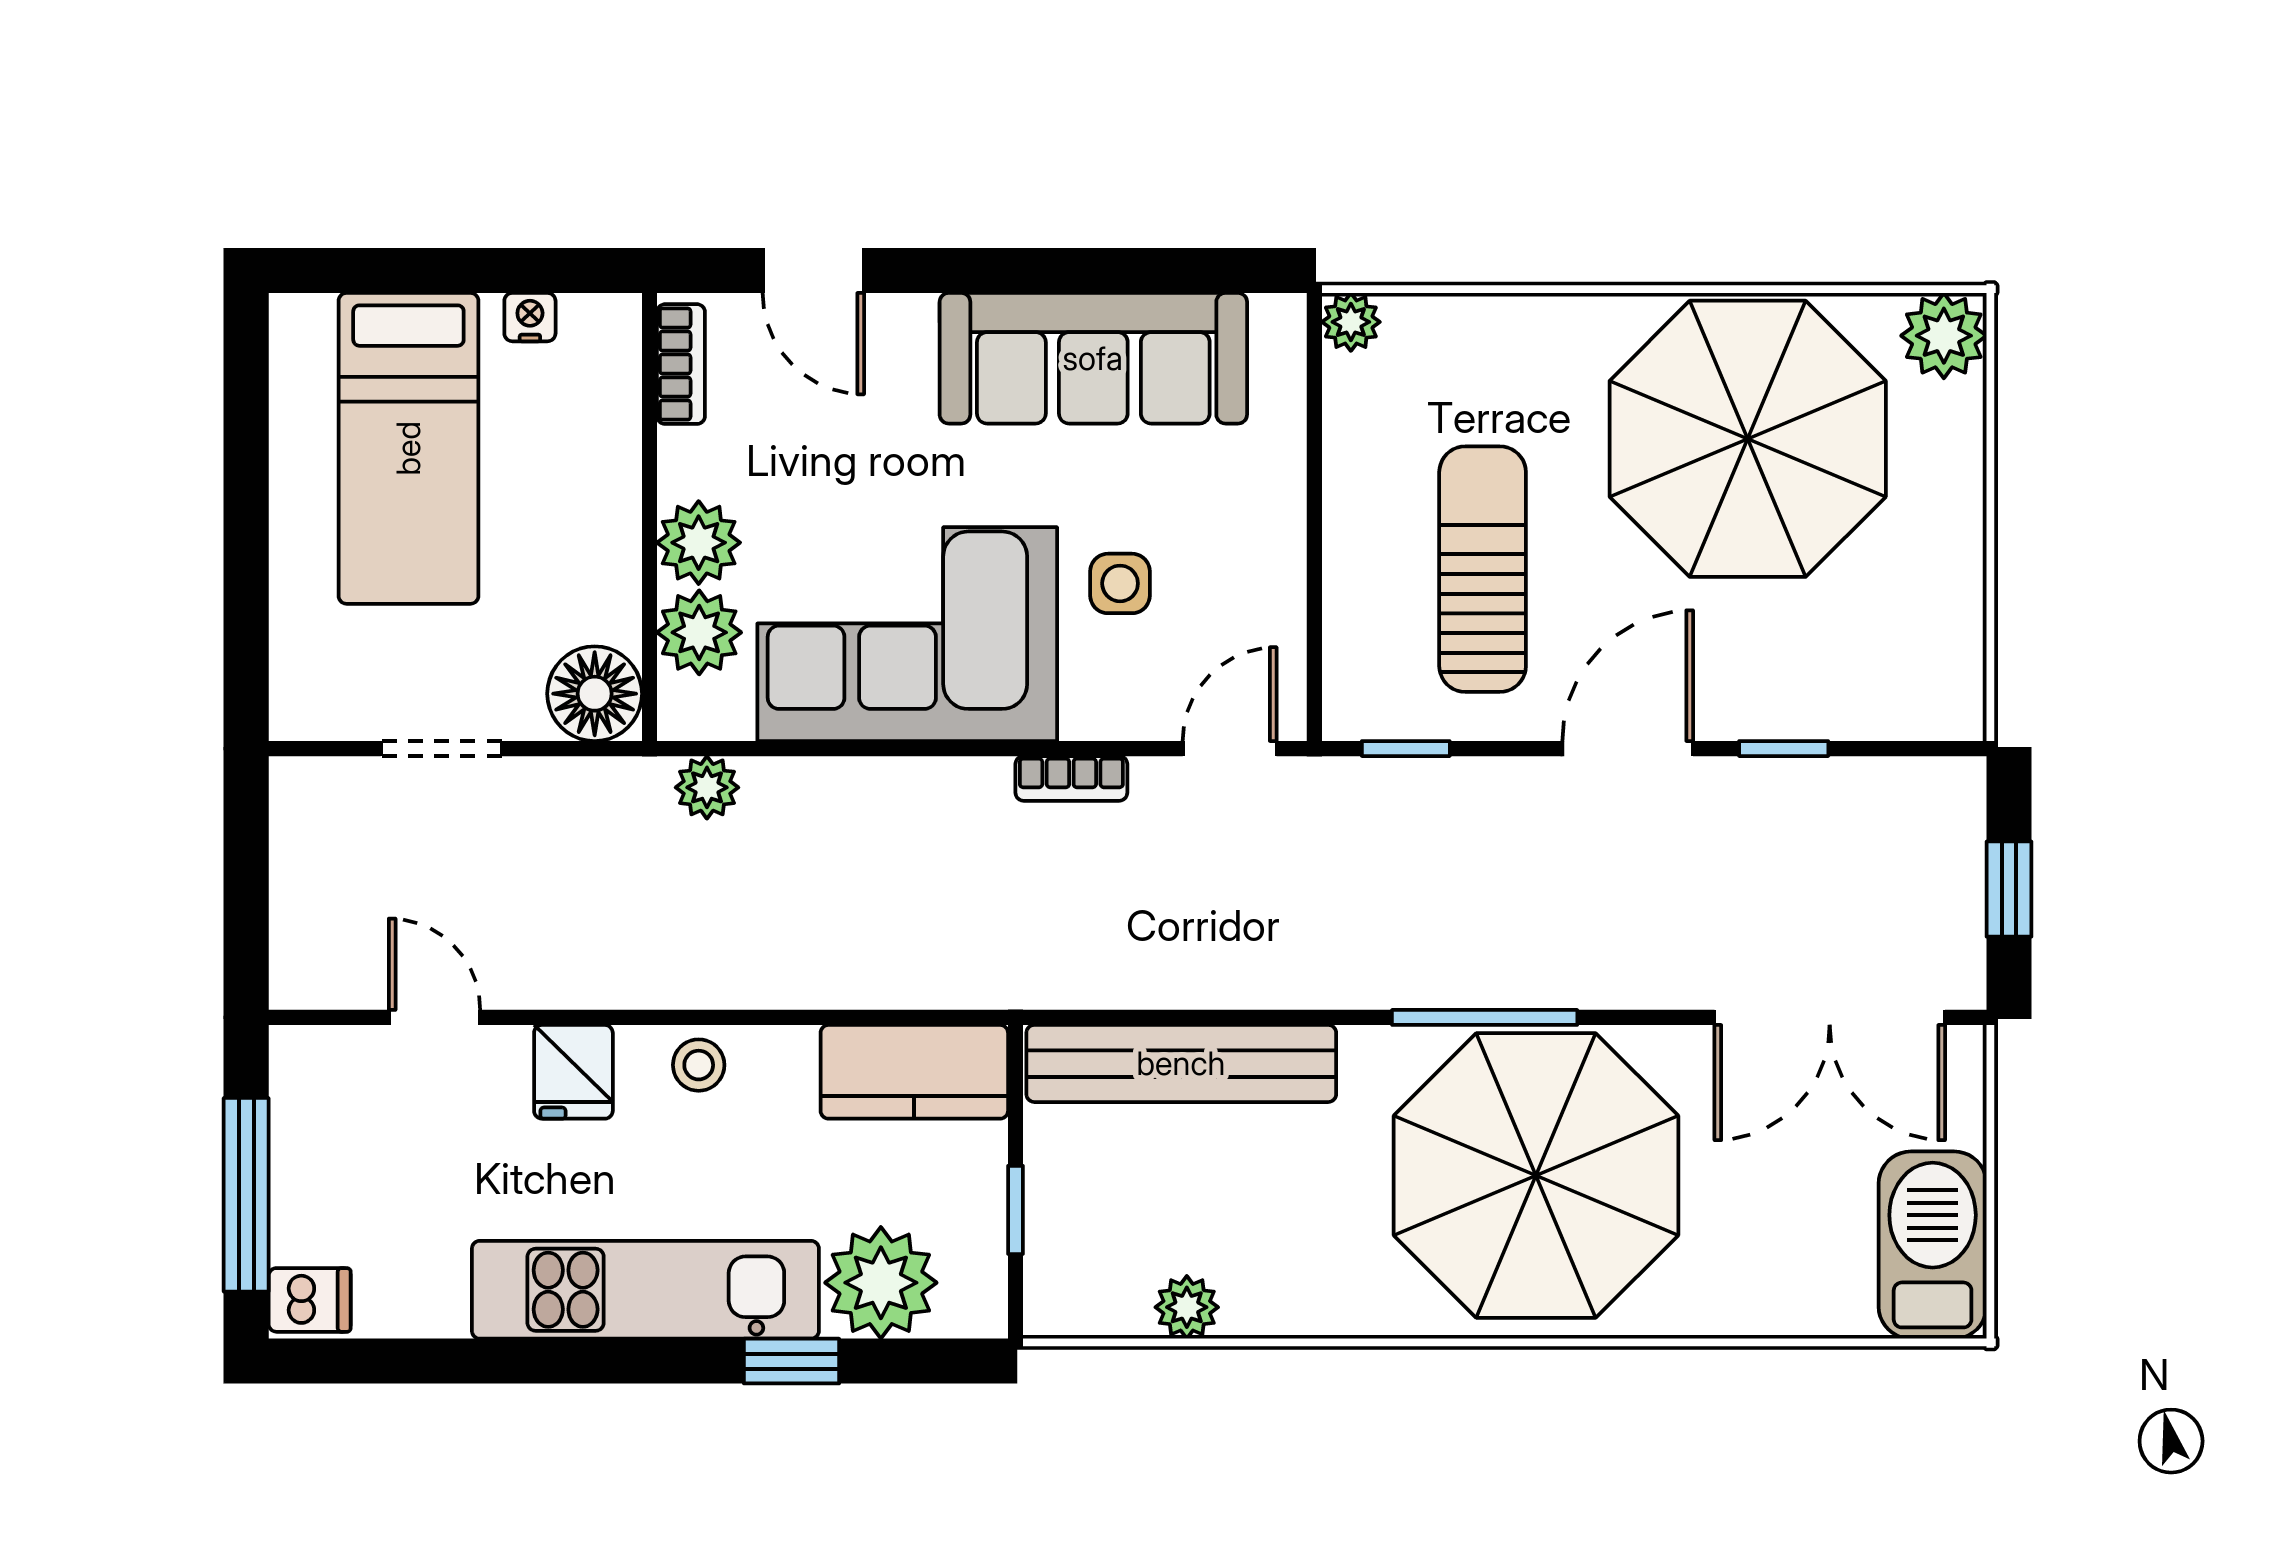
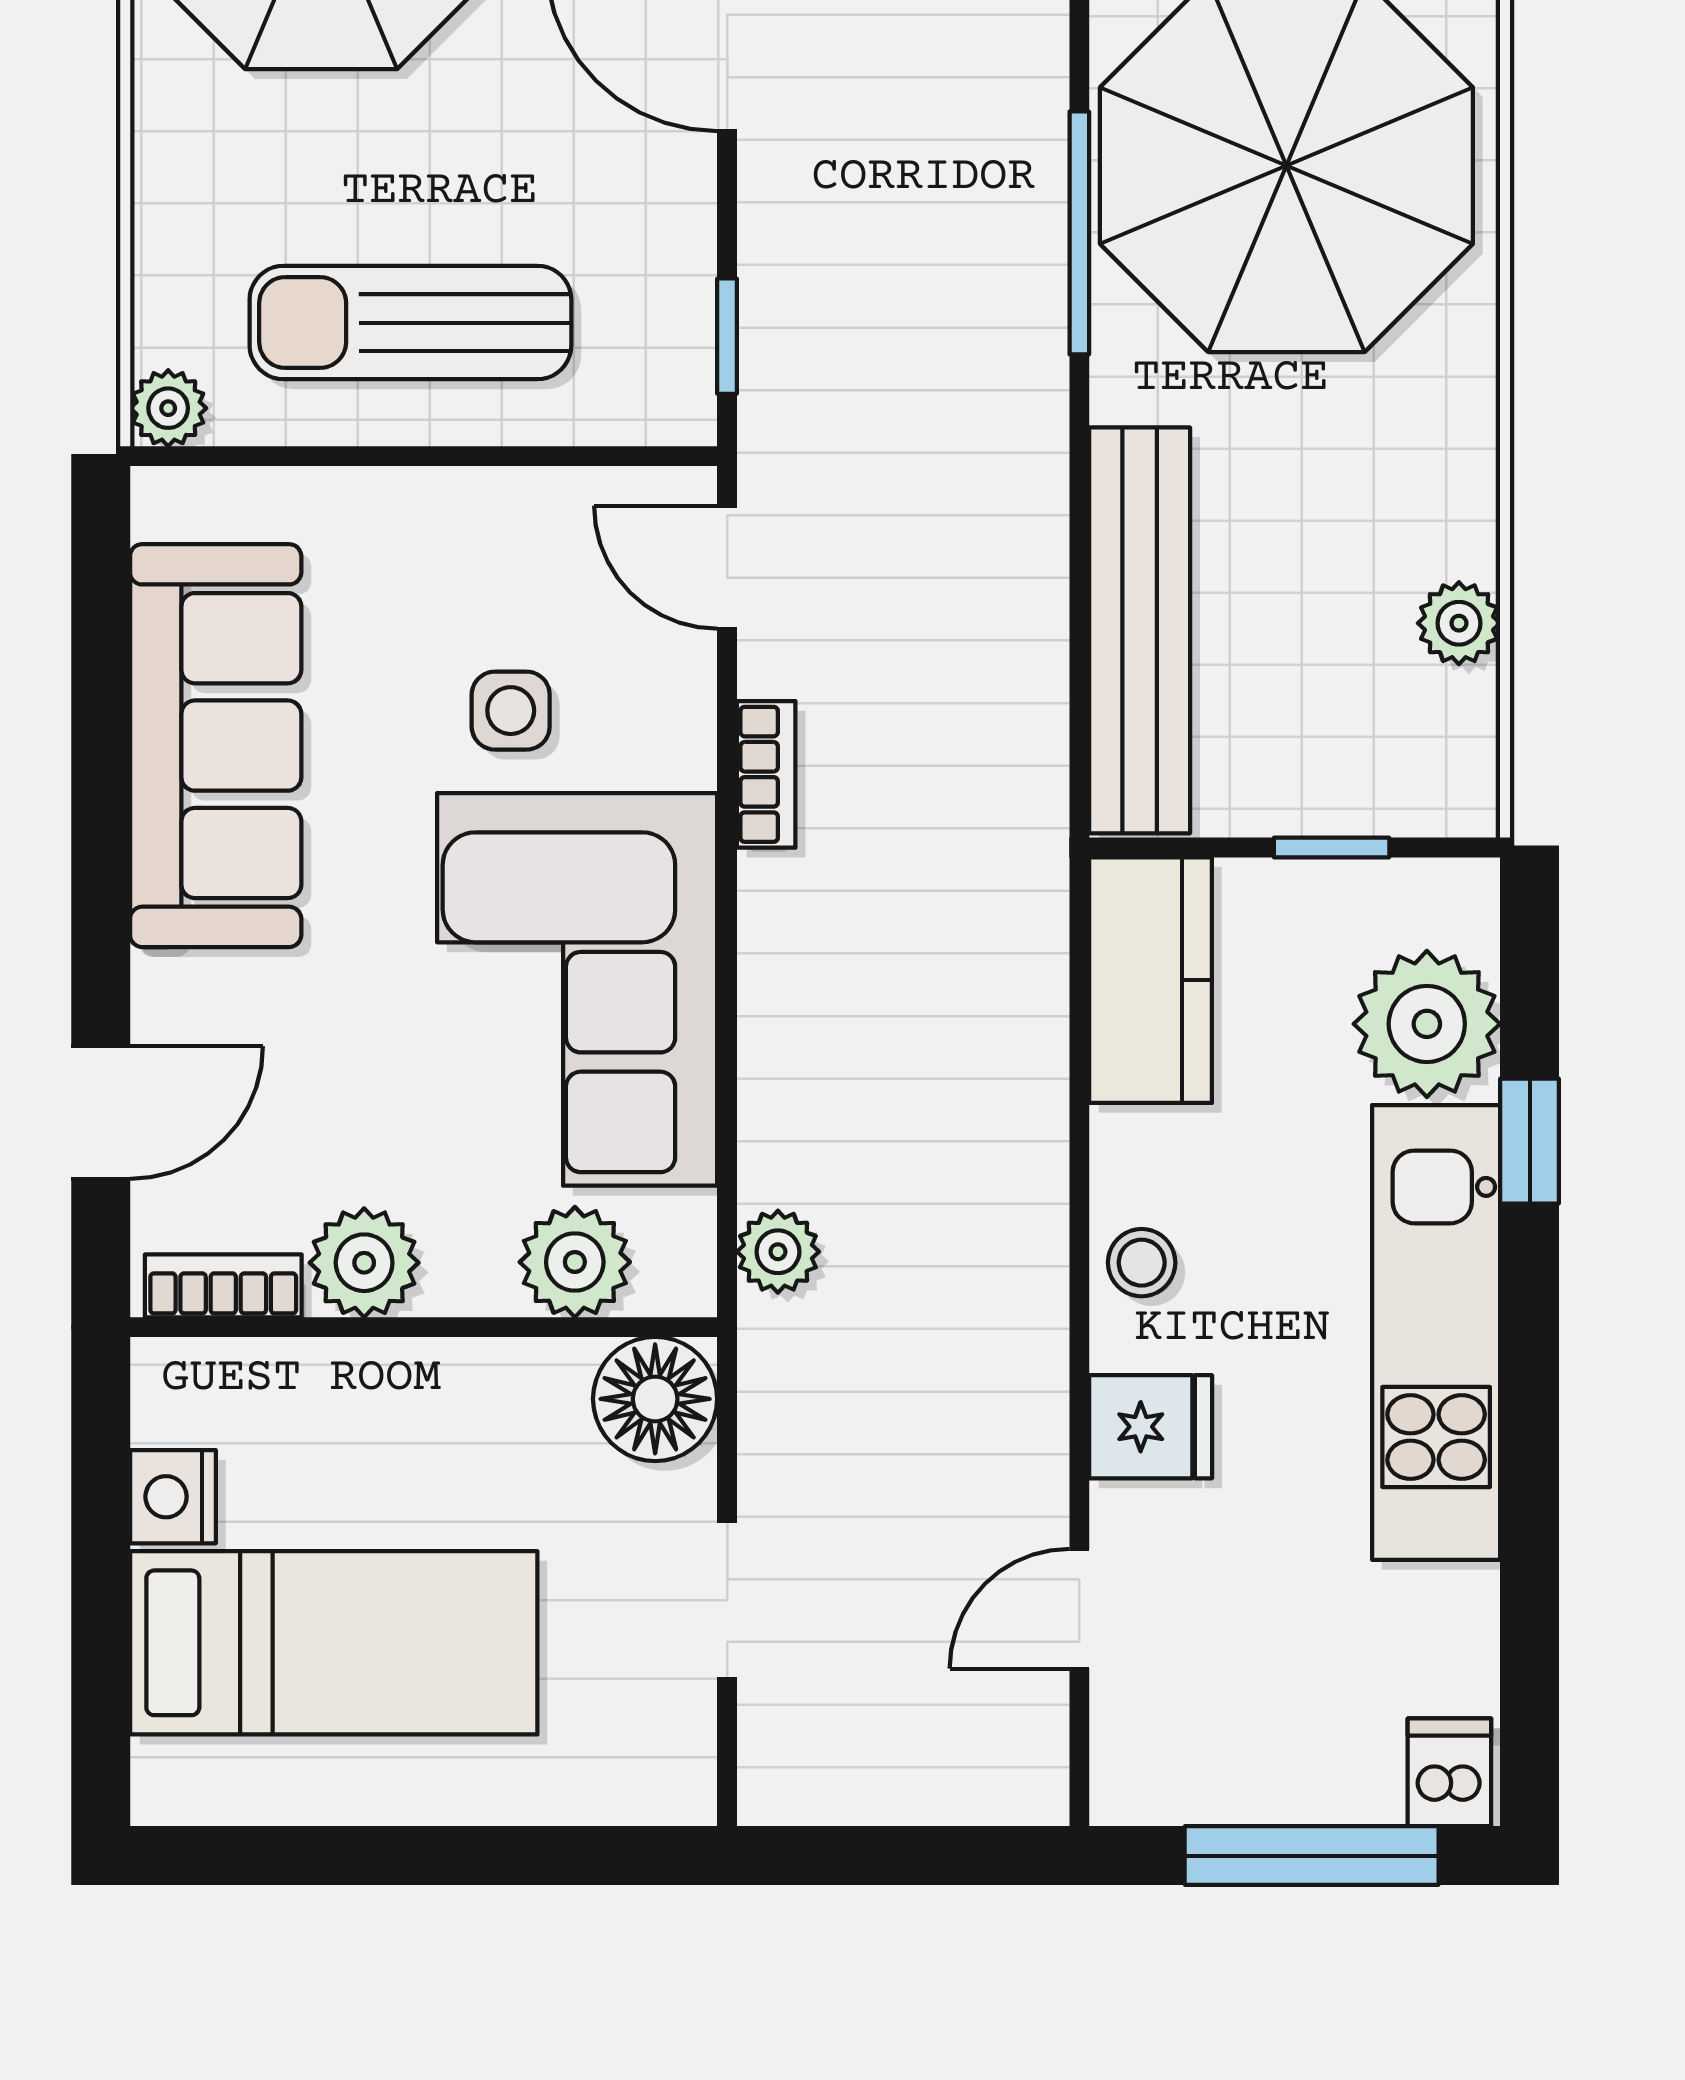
nightstand: (530, 317) -> (173, 1497), width x1.39, depth x1.35
plant: (699, 543) -> (364, 1263), moved
sun lounger: (1483, 569) -> (410, 323), moved

